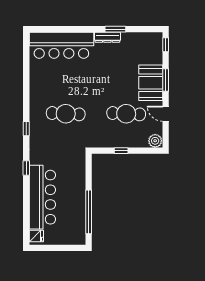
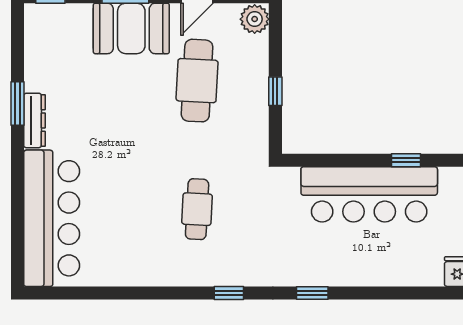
cafe table: (66, 114) -> (197, 209), width x0.73, depth x0.74
bar counter: (42, 197) -> (369, 194), moved, turned 180
window: (89, 212) -> (406, 160), width x0.32

